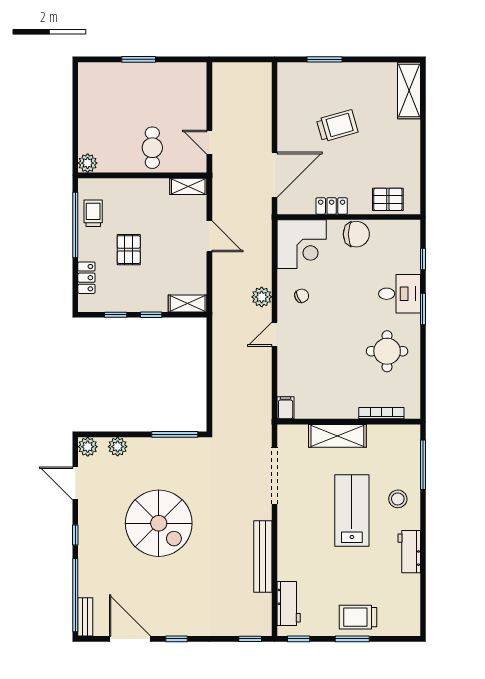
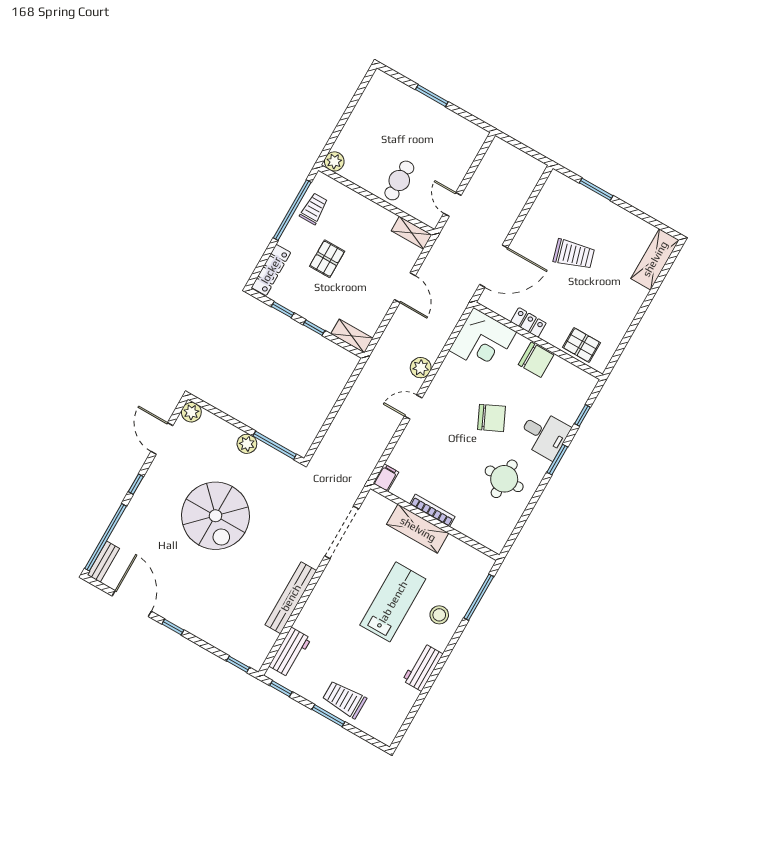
locker: (86, 278) -> (271, 270), width x1.53
chair: (302, 296) -> (492, 418), moved, width x1.87, depth x1.87
bookcase: (381, 413) -> (432, 510), moved
plant: (118, 447) -> (247, 444), moved

